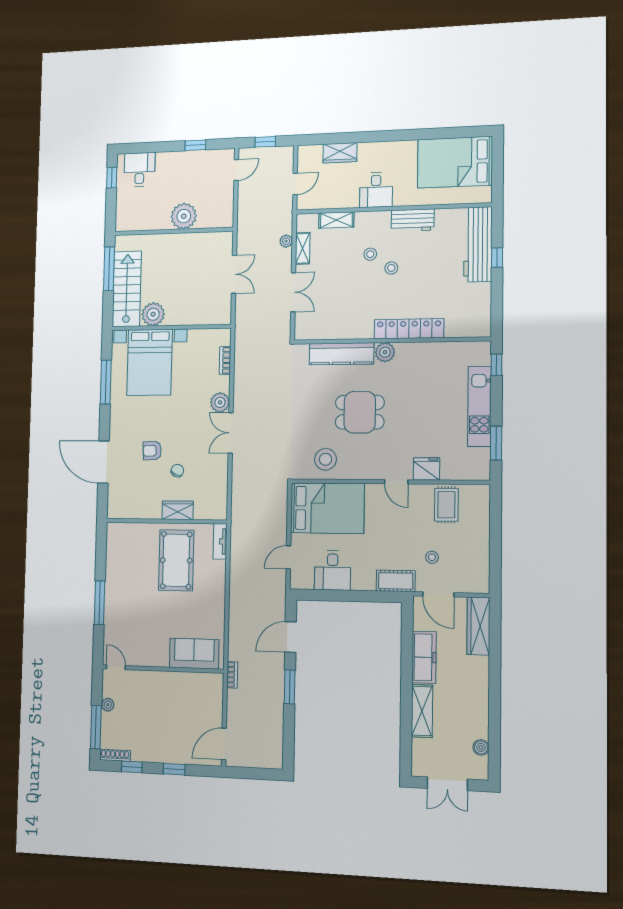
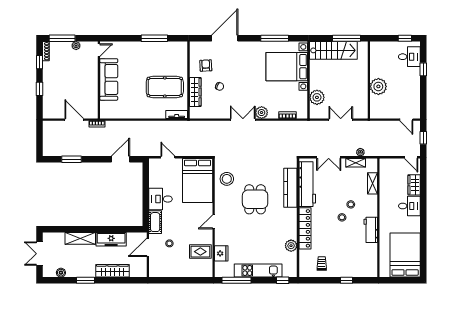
window: (195, 145) -> (423, 69), moved
door: (295, 184) -> (411, 157), moved
desk: (376, 190) -> (409, 206), moved, turned 180
workbench: (478, 244) -> (307, 184), moved, turned 90
double door: (234, 274) -> (341, 120), swing flipped
trolley: (468, 300) -> (322, 264), added
plant: (153, 314) -> (317, 97), moved
plant: (385, 352) -> (291, 246), moved
window: (496, 443) -> (237, 280), width x1.44
armchair: (152, 451) -> (206, 66), moved
fridge: (426, 469) -> (221, 253), moved
wardrobe: (178, 510) -> (195, 92), width x1.50
desk: (332, 570) -> (161, 199), moved
window: (99, 603) -> (154, 38), moved
wardrobe: (478, 626) -> (112, 271), moved
door: (290, 637) -> (120, 159), hinge flipped
sofa: (194, 654) -> (109, 79), moved, width x1.36
window: (290, 687) -> (72, 159), moved
window: (495, 705) -> (86, 280), added
door: (224, 744) -> (74, 120), moved

